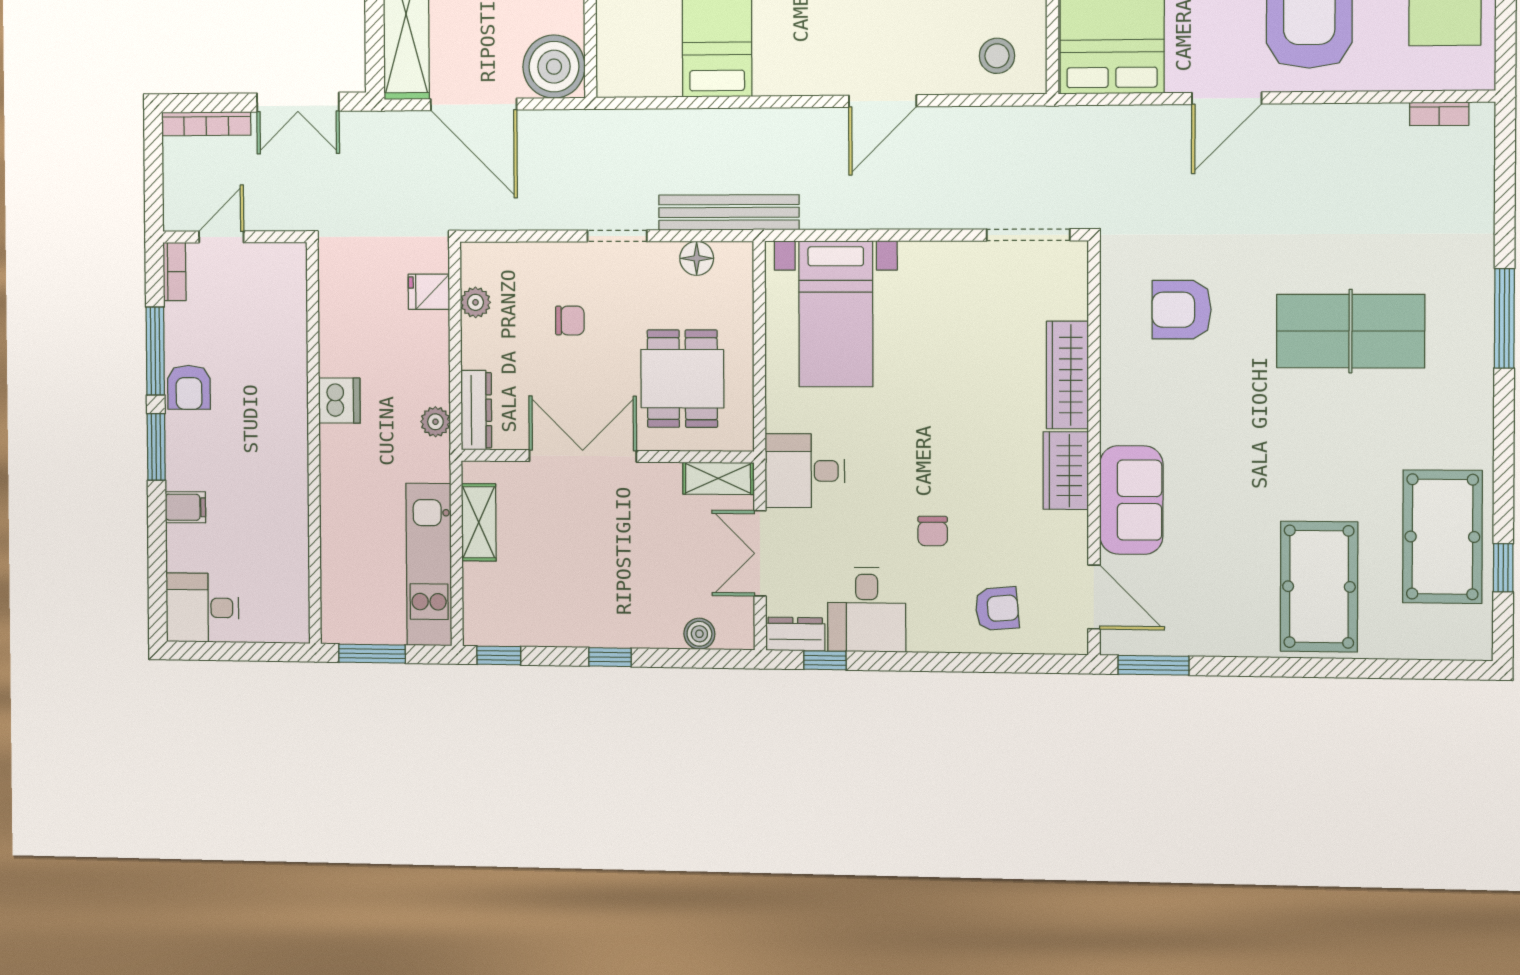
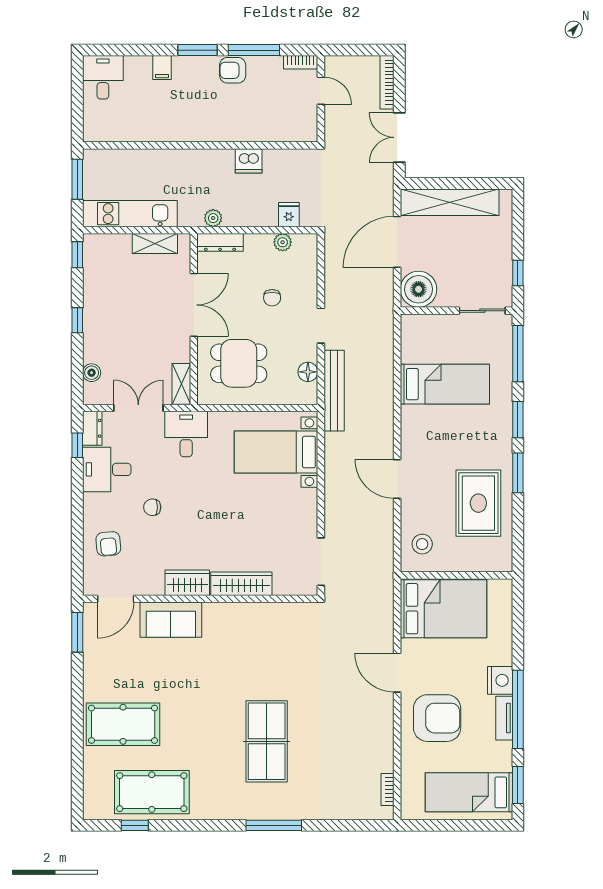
armchair: (1182, 310) -> (279, 648), removed
dishwasher: (339, 401) -> (249, 161), moved

